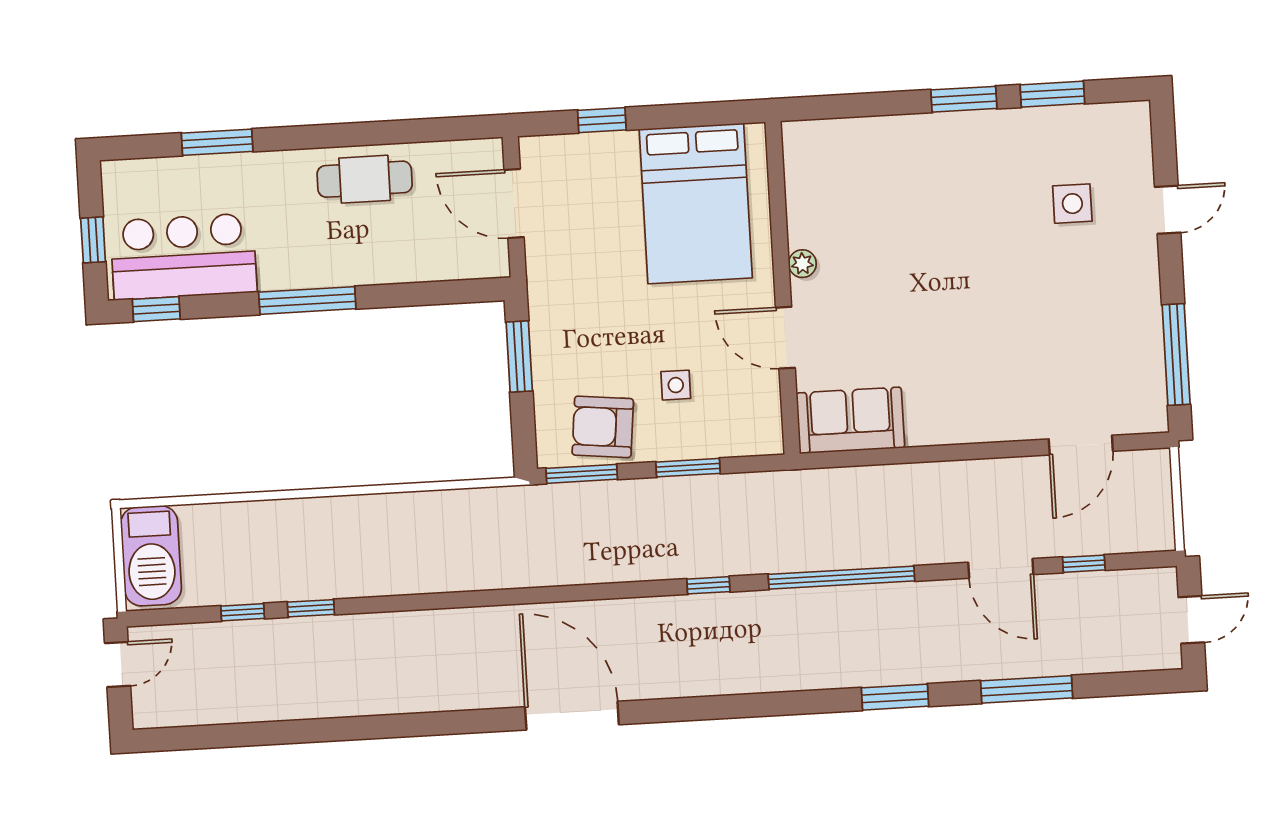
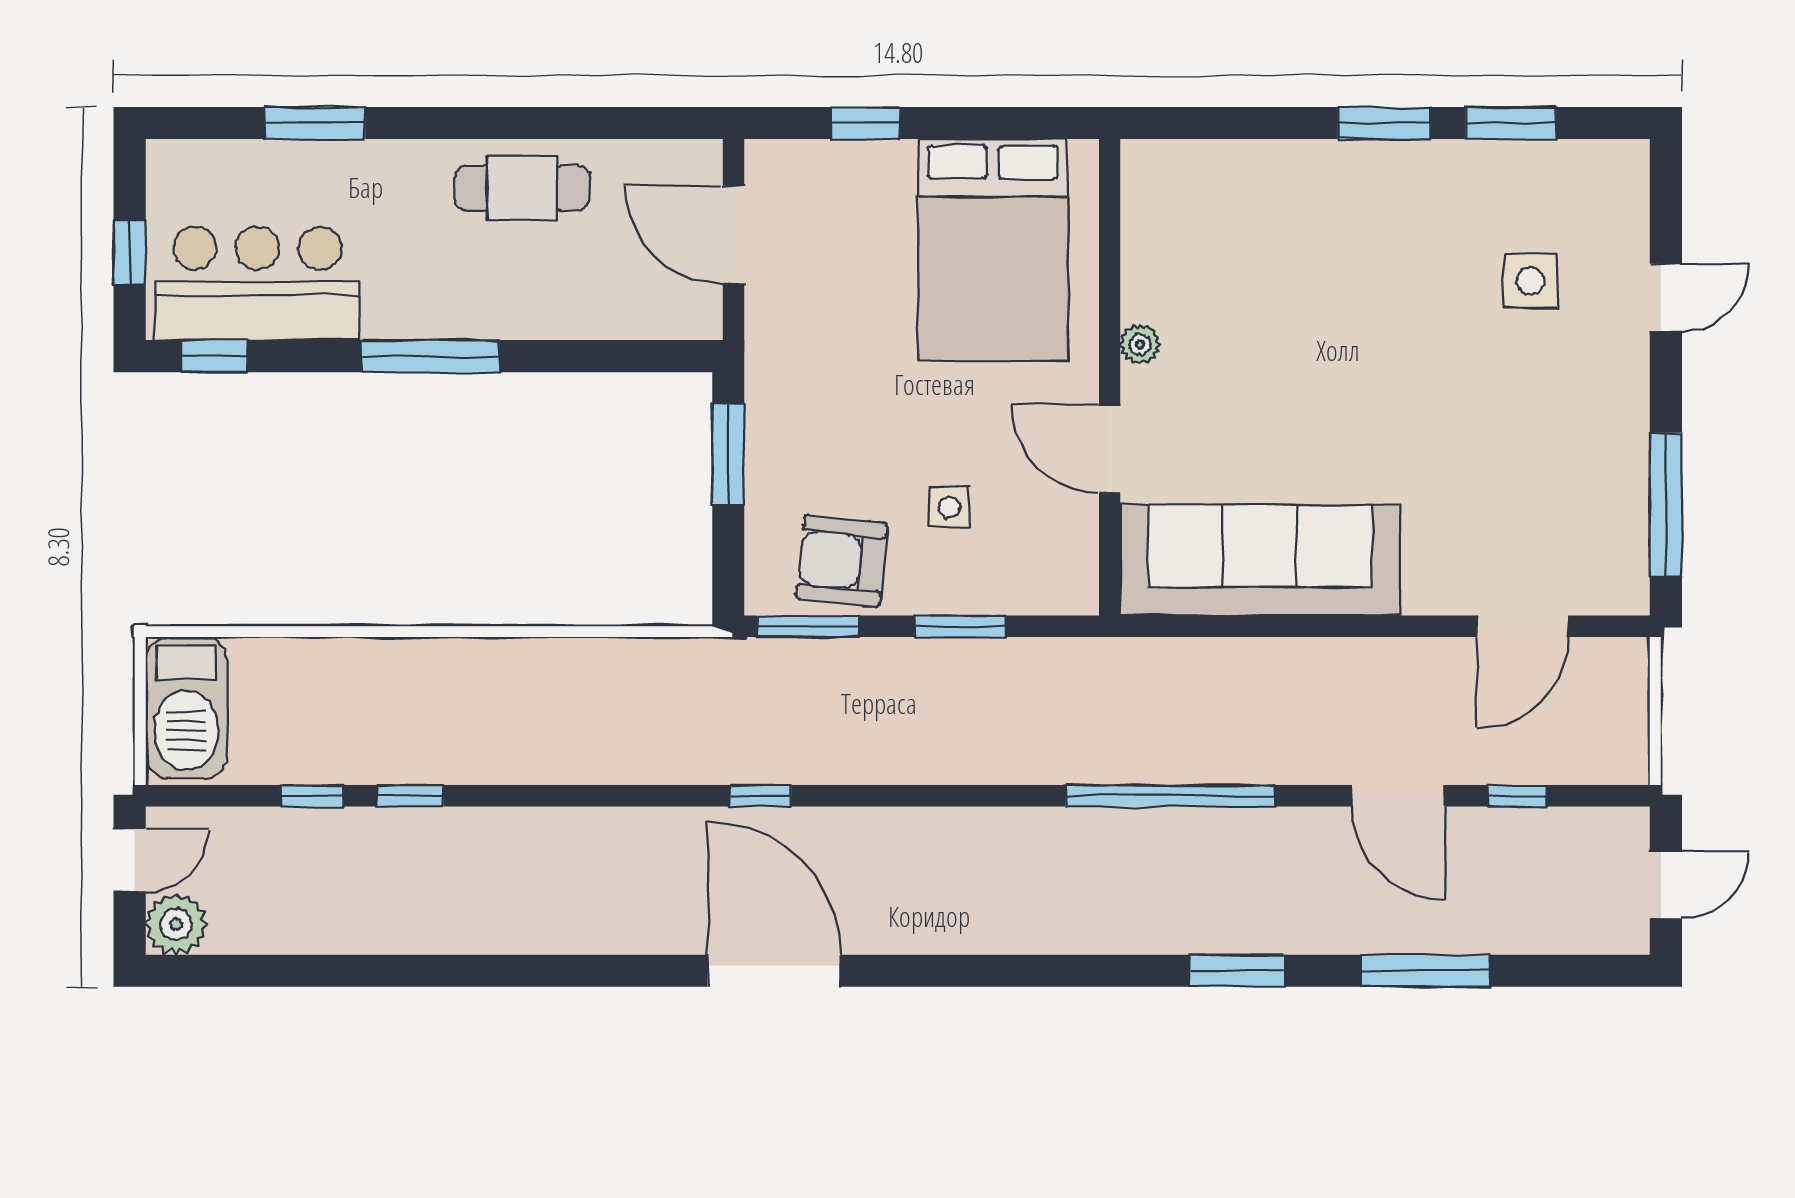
sofa: (850, 420) -> (1260, 560), width x1.85, depth x1.27
window: (708, 585) -> (761, 796), moved
plant: (153, 707) -> (176, 924), added

